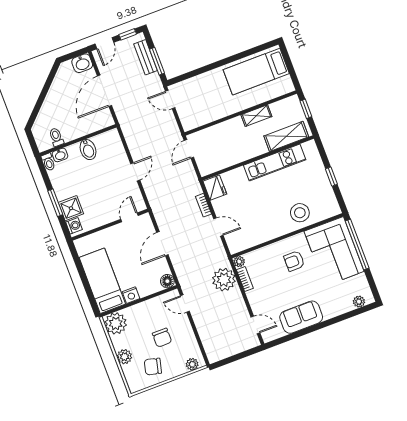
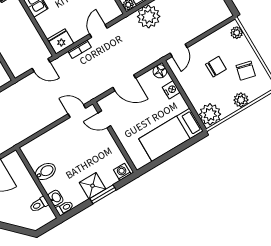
door: (189, 149) -> (41, 65), moved
door: (135, 172) -> (77, 111), moved
shower: (71, 208) -> (93, 186), moved
nightstand: (131, 295) -> (171, 90), moved

